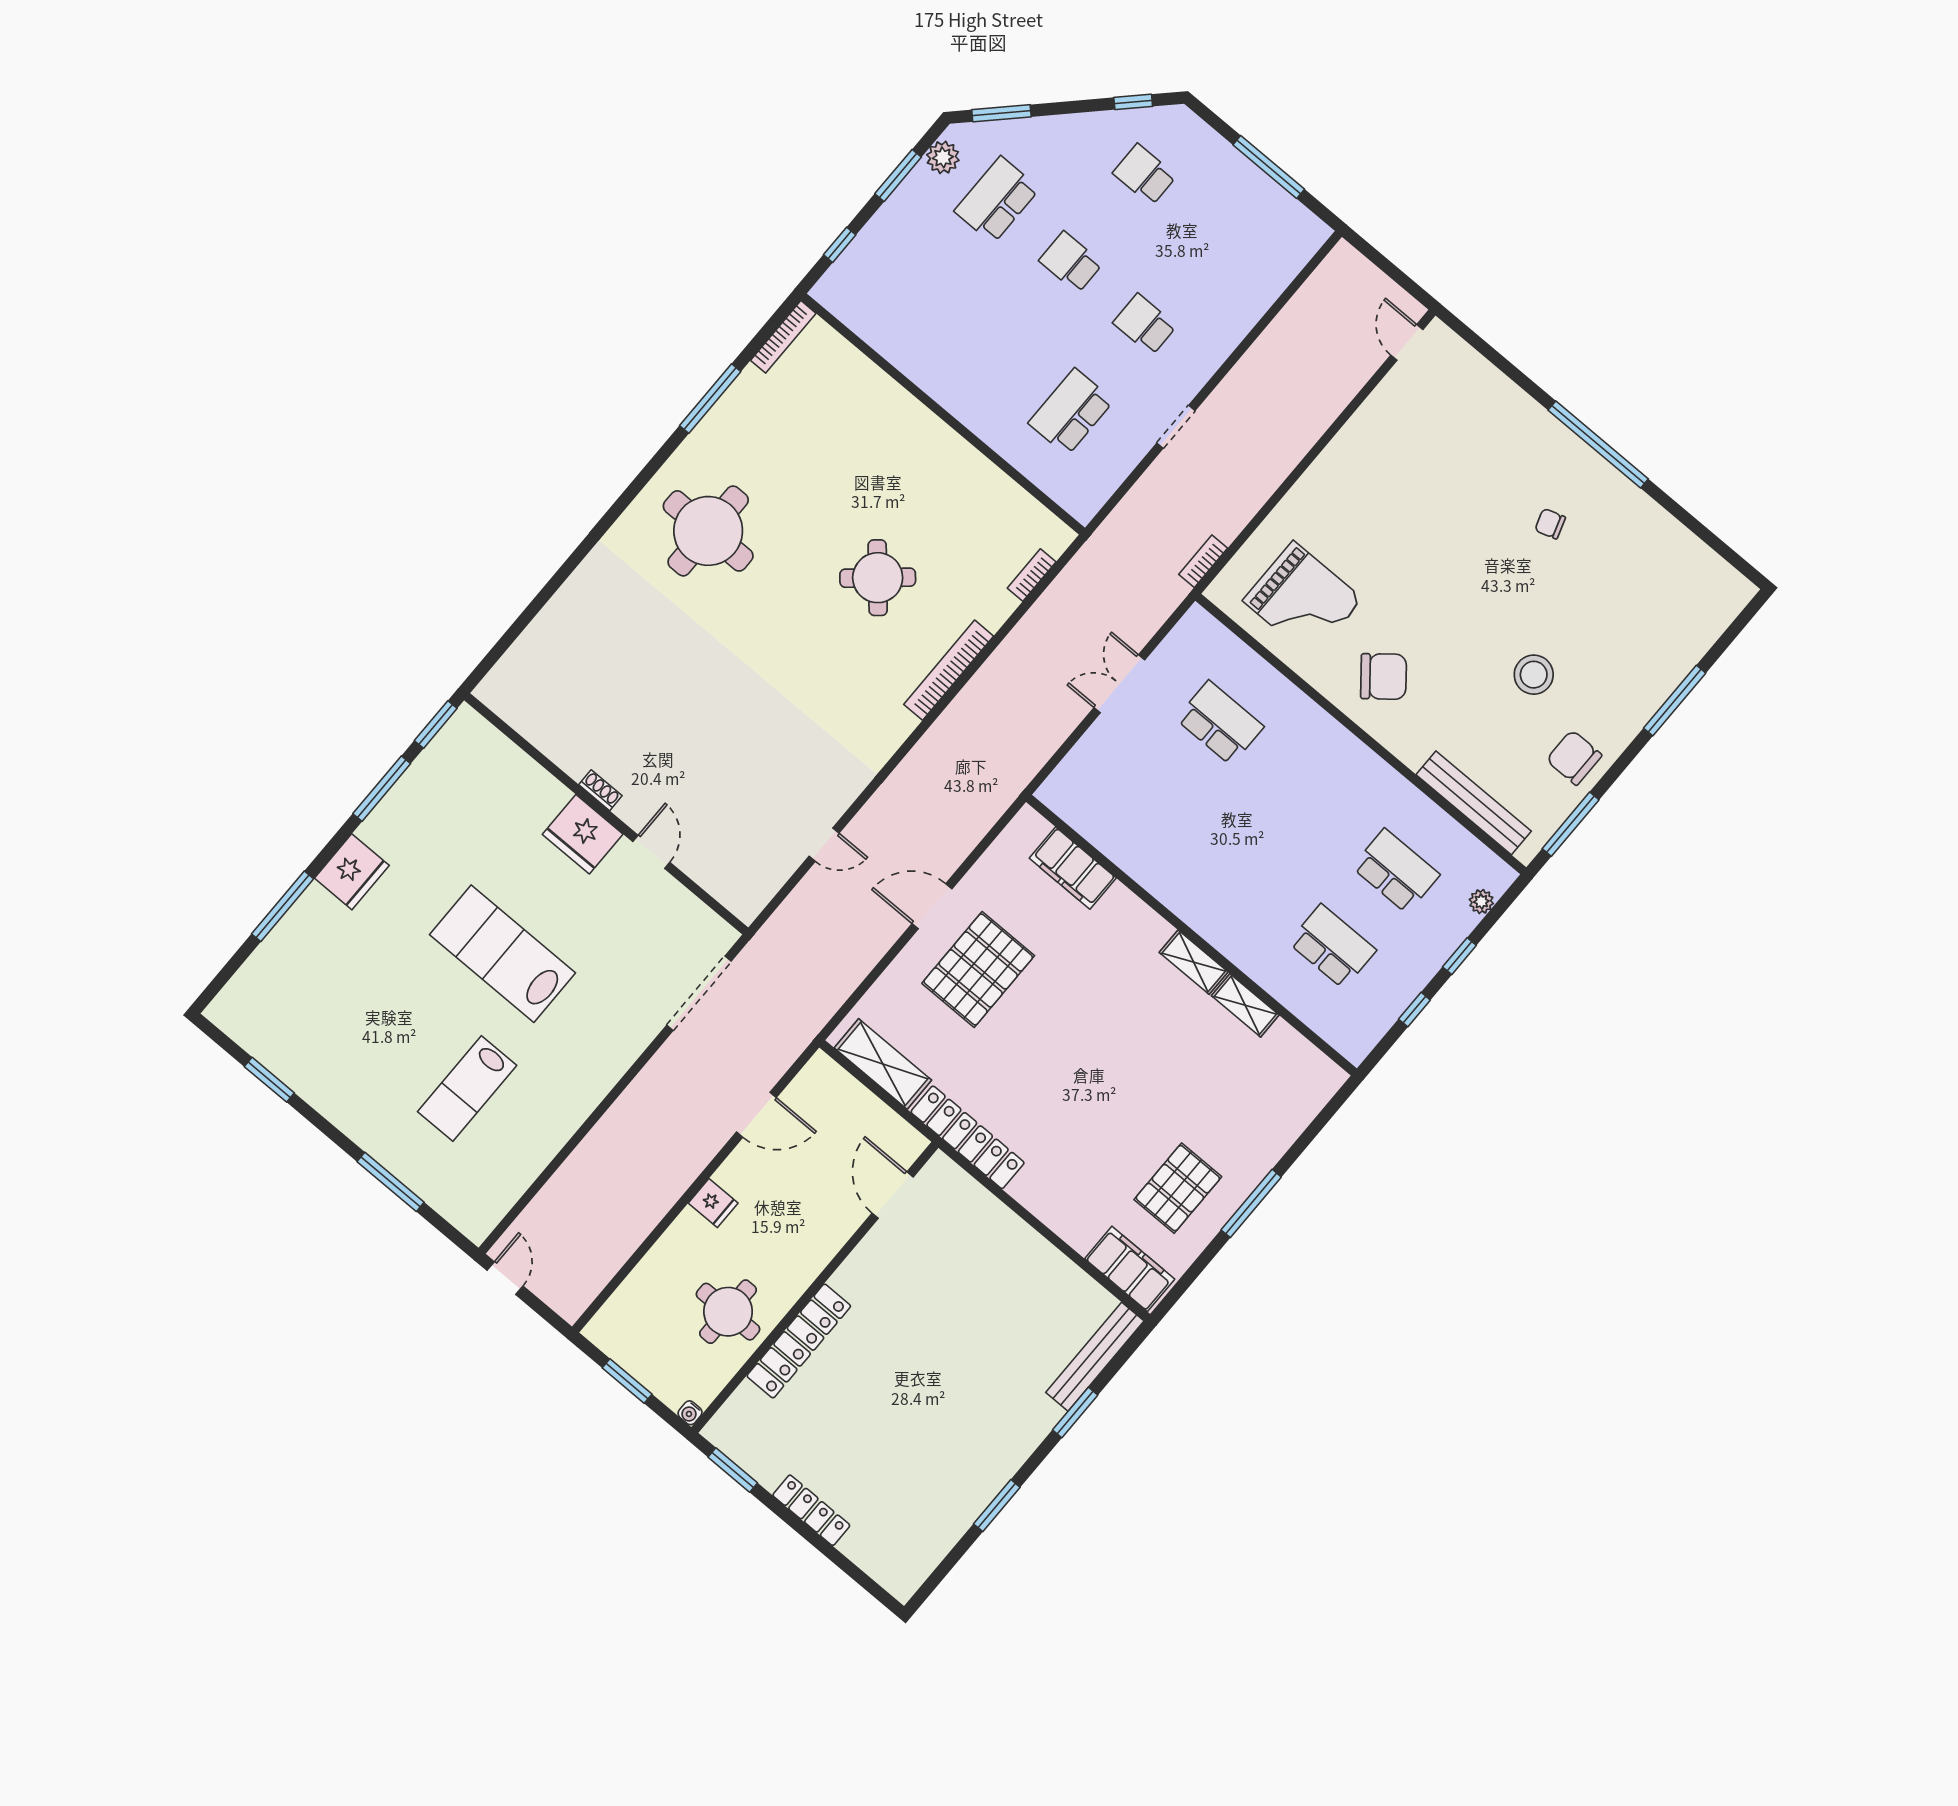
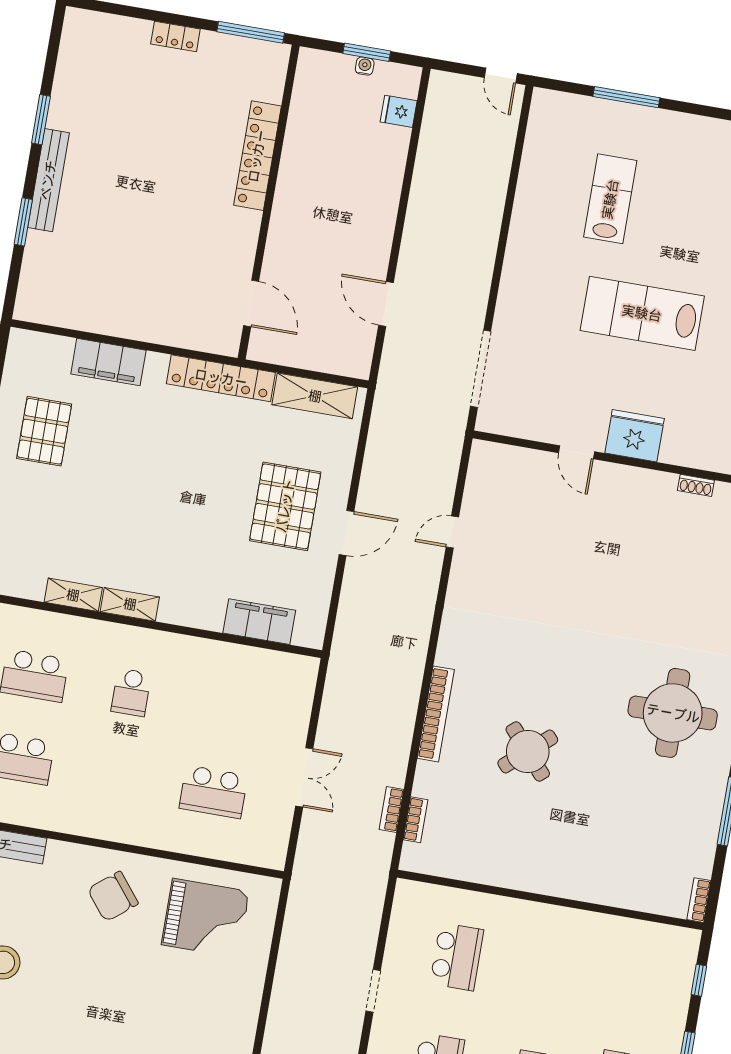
bookcase: (783, 337) -> (699, 900), width x0.64
bookcase: (1203, 561) -> (392, 809), moved, turned 180
grand piano: (1303, 600) -> (205, 918), turned 180
shoe rack: (600, 790) -> (696, 485), moved
school desk: (1244, 872) -> (131, 692), added
lab bench: (503, 954) -> (642, 313), turned 180
door: (756, 1115) -> (386, 304), hinge flipped
fridge: (713, 1203) -> (399, 111), moved
filing cabinet: (1130, 1269) -> (108, 362), moved
round table: (728, 1312) -> (322, 147), removed
bench: (1095, 1357) -> (48, 180), moved
water cooler: (690, 1413) -> (365, 66), moved
window: (733, 1470) -> (251, 32), width x1.44
locker: (811, 1510) -> (175, 36), width x0.66

